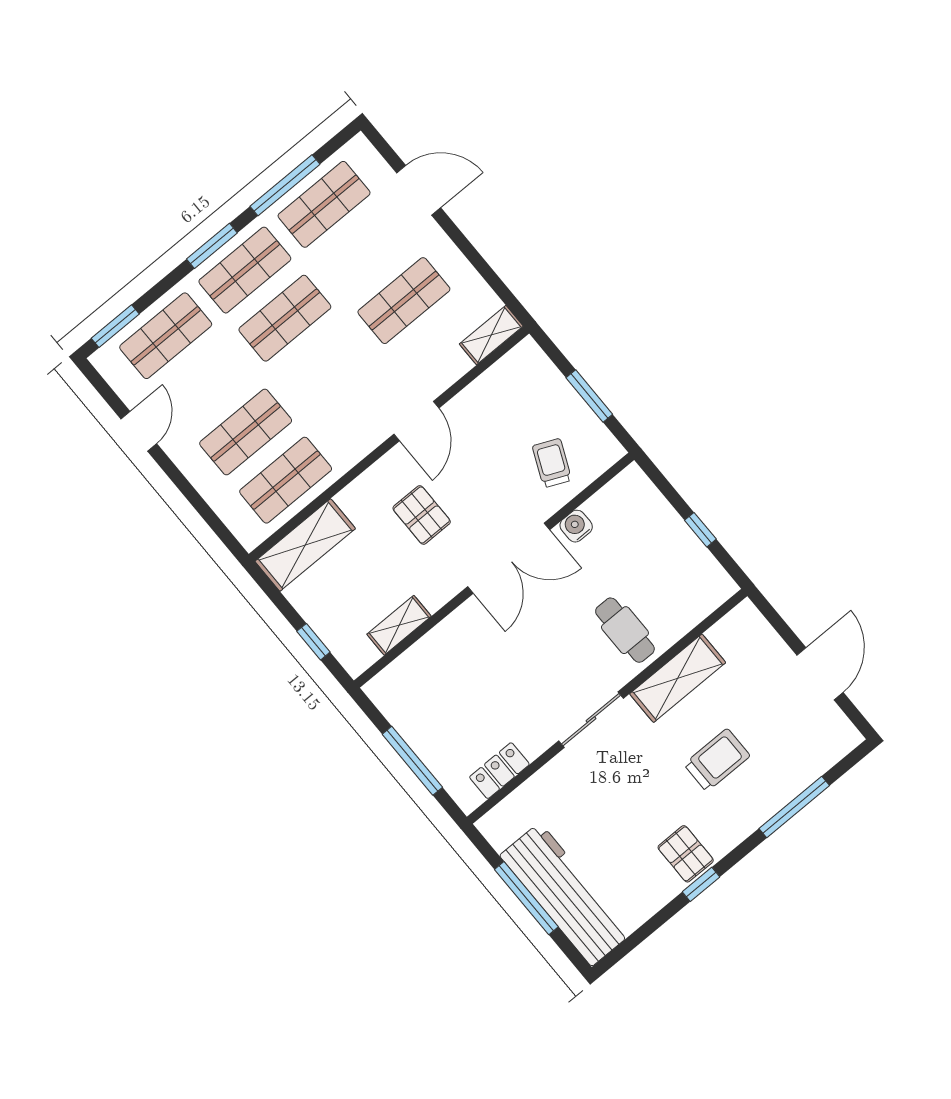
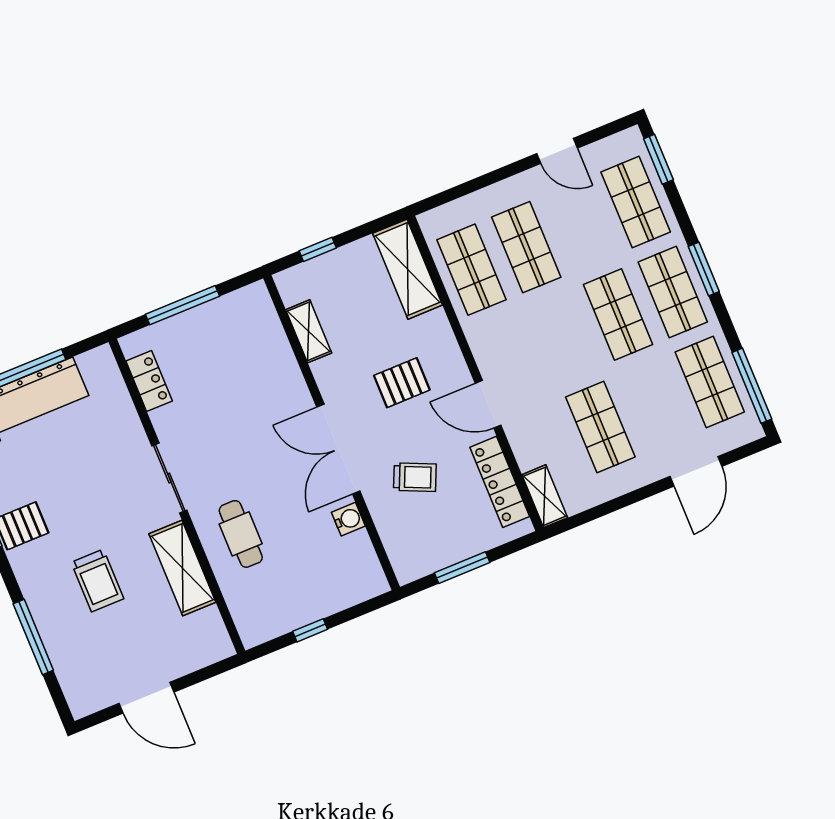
window: (285, 185) -> (752, 386), moved
locker: (491, 385) -> (500, 482), added
trolley: (552, 463) -> (415, 477), moved
cafe table: (625, 630) -> (241, 534), turned 90

